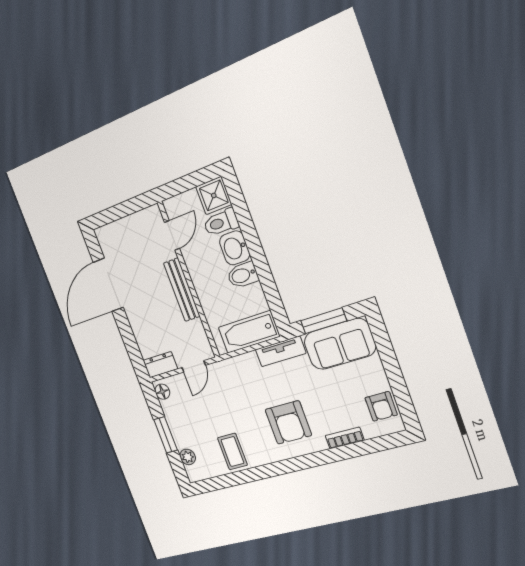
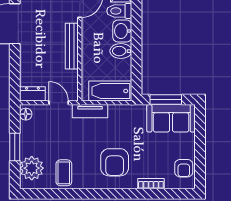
tv unit: (281, 351) -> (90, 111), moved
door: (194, 366) -> (59, 103), swing flipped
plant: (188, 457) -> (32, 168), width x1.87, depth x1.87

